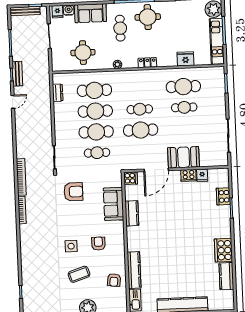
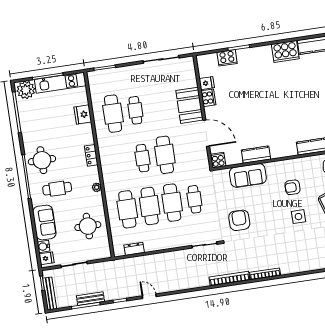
bench: (17, 74) -> (90, 299), moved

